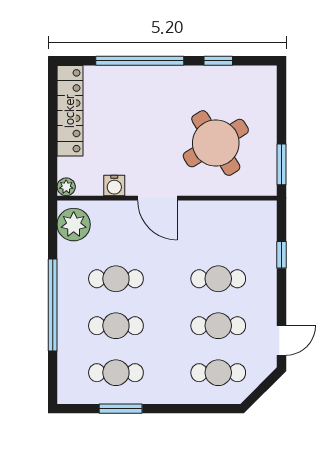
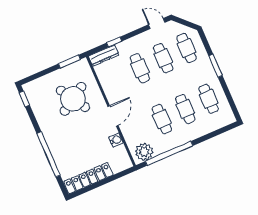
window: (218, 61) -> (24, 99), moved
plant: (66, 187) -> (127, 164), removed
dresser: (267, 227) -> (104, 55), added
window: (53, 305) -> (169, 153), moved
window: (121, 409) -> (215, 66), moved

